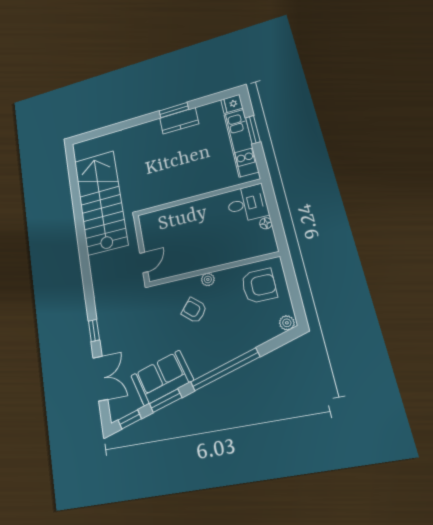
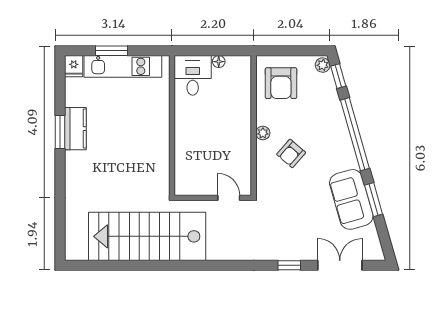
armchair: (259, 286) -> (281, 83), turned 180
window: (130, 419) -> (338, 76), moved

